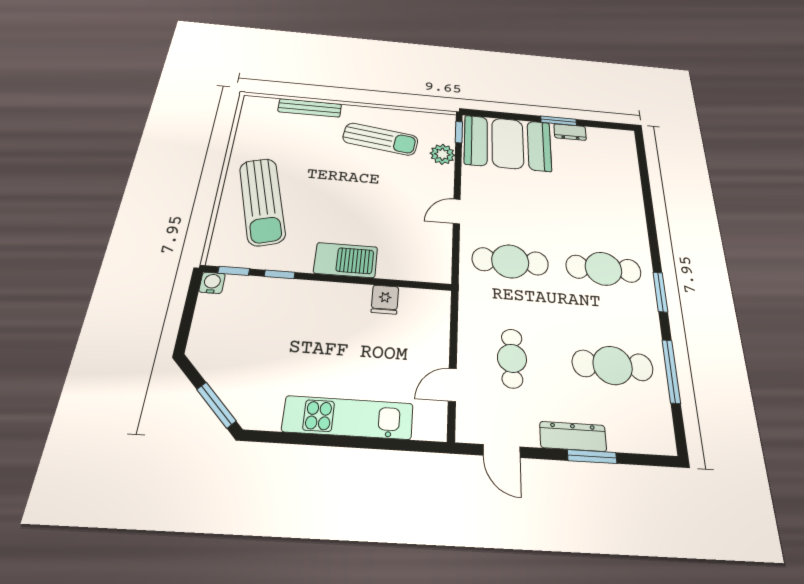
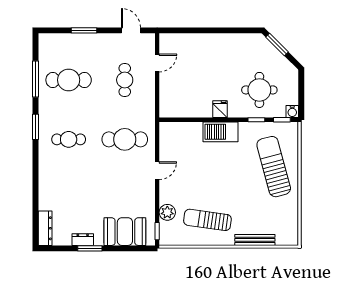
booth: (508, 143) -> (125, 232), width x0.73, depth x0.70
cafe table: (603, 269) -> (69, 139), width x0.73, depth x0.74
fridge: (385, 299) -> (220, 109), moved
round table: (266, 323) -> (259, 90), added
kitchen unit: (348, 417) -> (210, 42), removed
dresser: (573, 436) -> (45, 228), moved, turned -90

